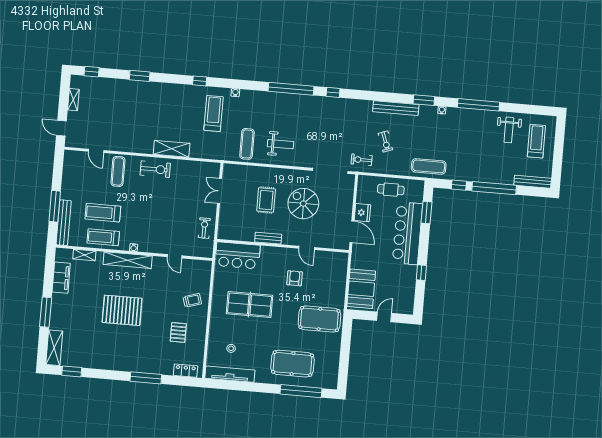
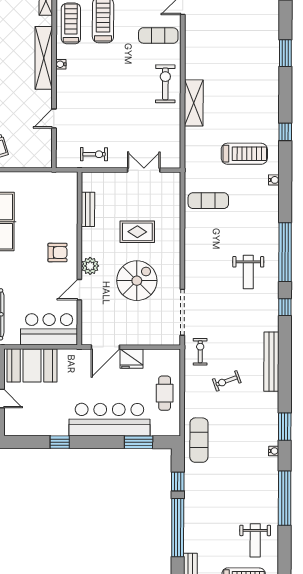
bench: (396, 108) -> (271, 362), moved
weight bench: (509, 130) -> (255, 540), turned -90
weight bench: (281, 144) -> (248, 272), moved
exercise bike: (155, 169) -> (165, 84), turned 180
bench: (268, 238) -> (88, 209), moved
plant: (289, 238) -> (90, 266), added
bar counter: (238, 255) -> (49, 329), moved, turned 90
armchair: (295, 278) -> (57, 253), moved

